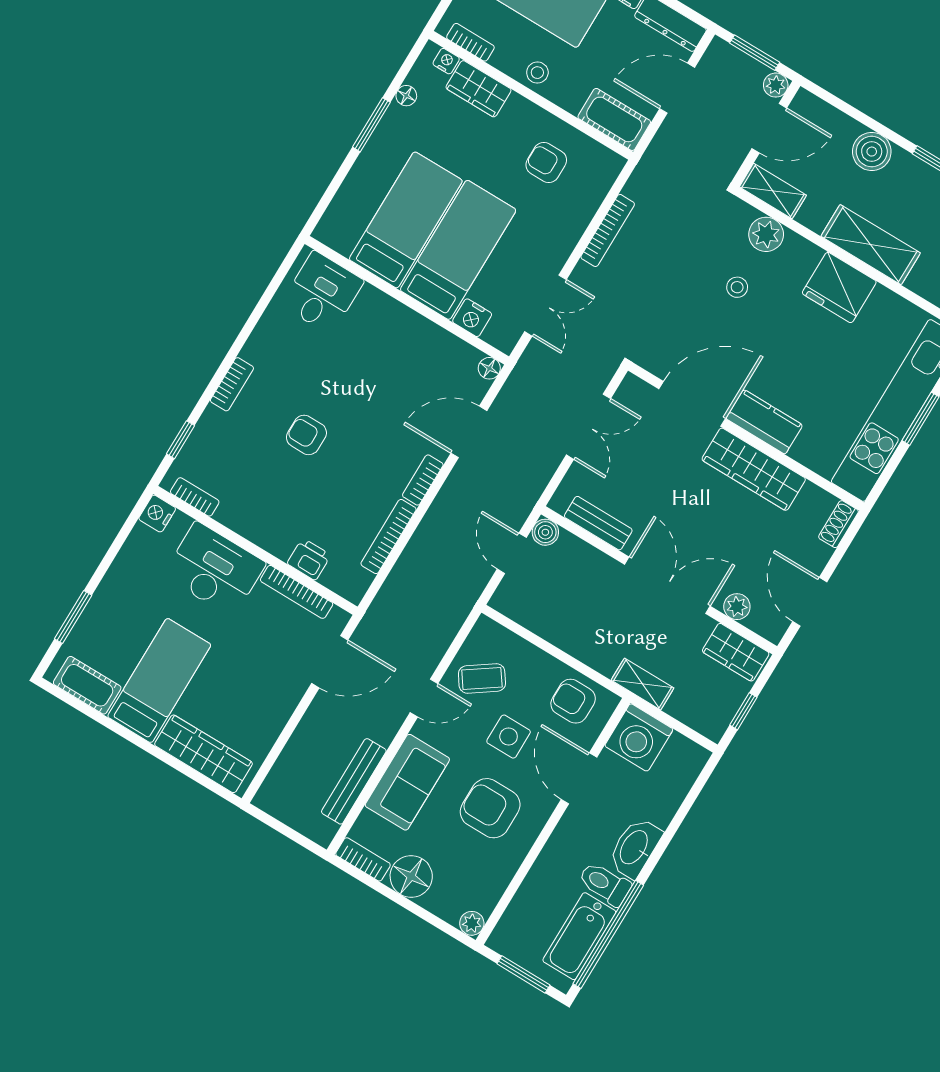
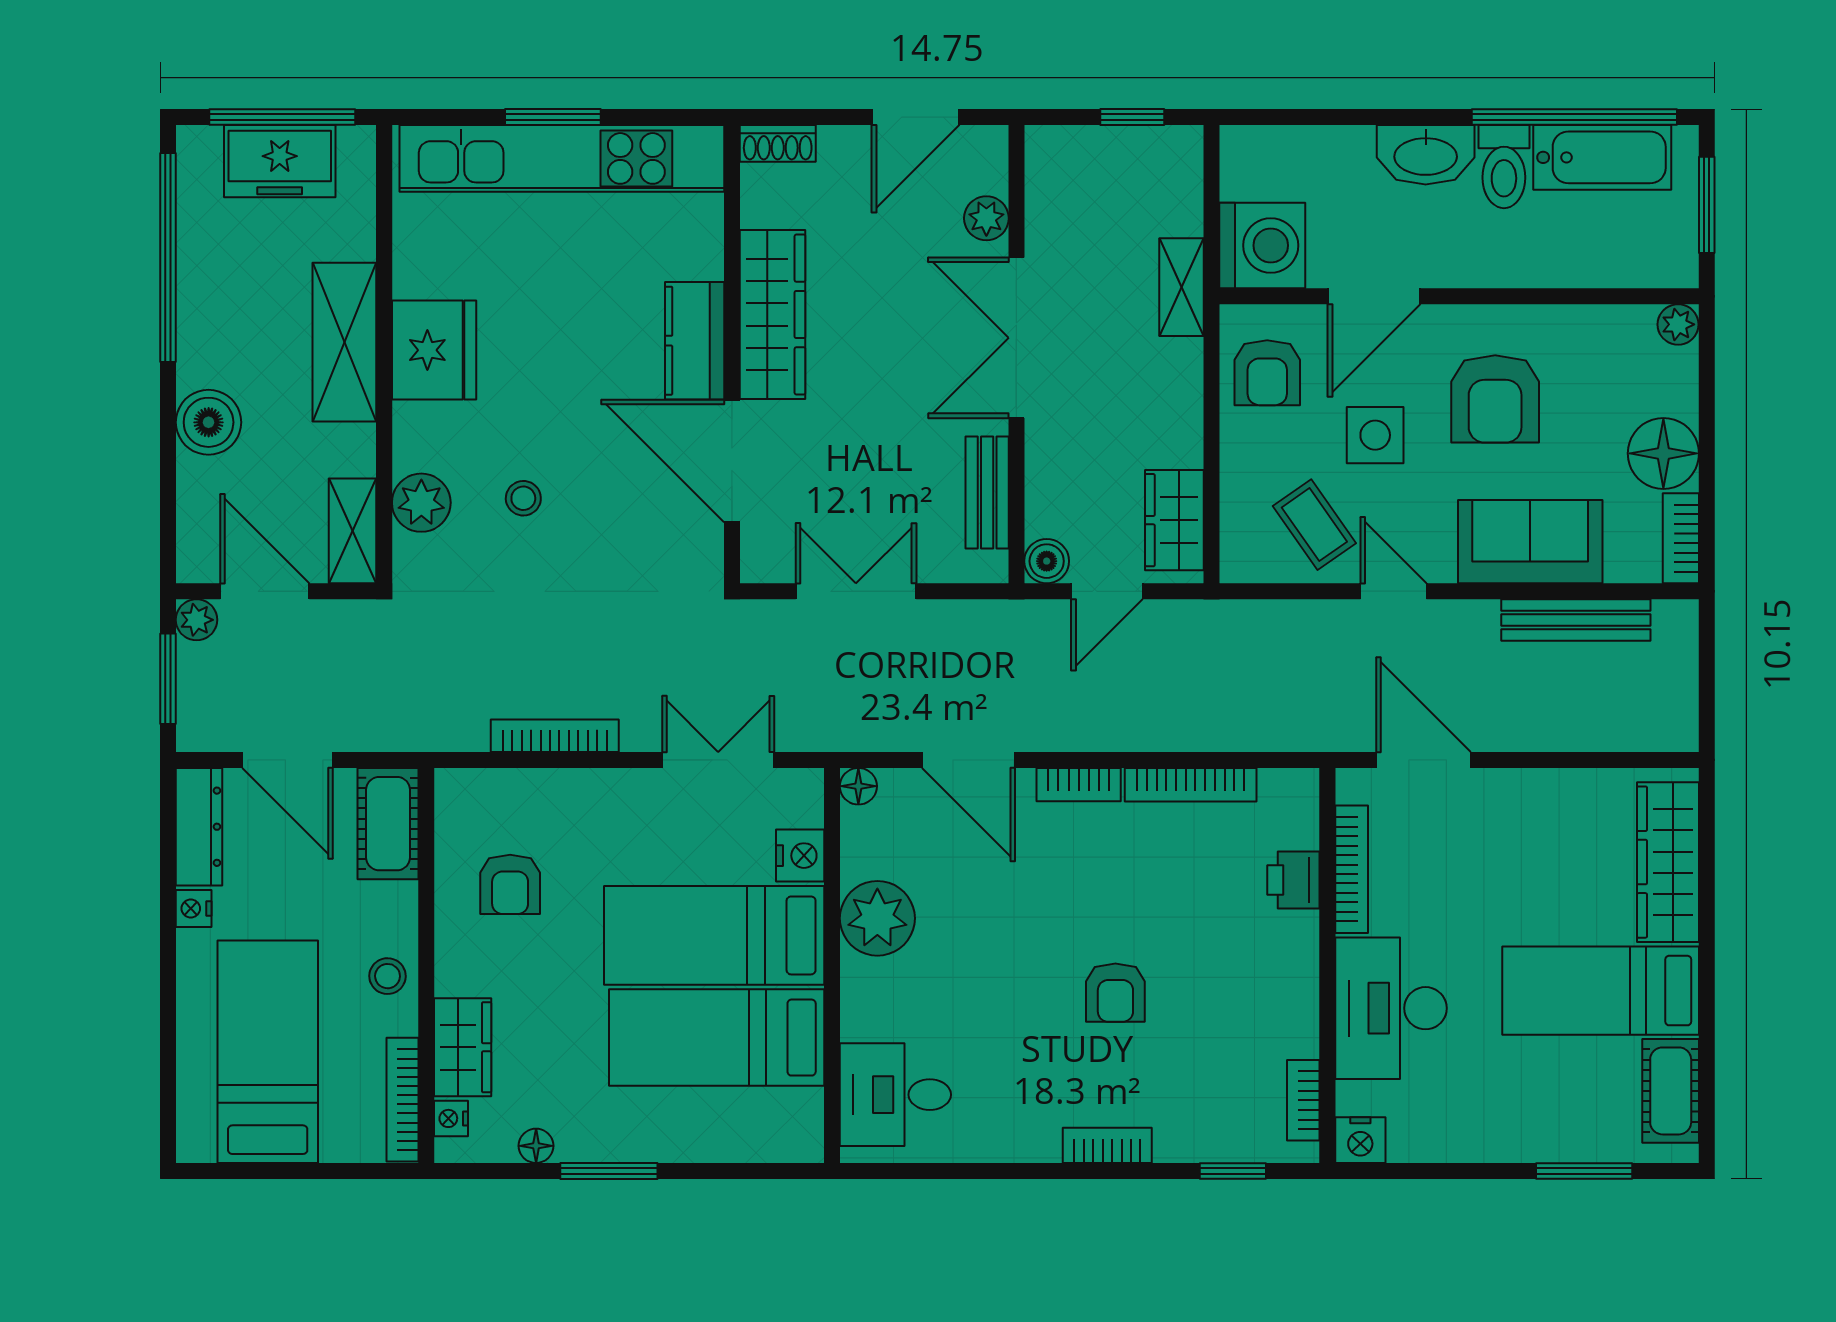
bookcase: (470, 42) -> (402, 1100), width x1.56
plant: (417, 338) -> (877, 918), added
wardrobe: (736, 652) -> (1174, 520), moved, turned 180

